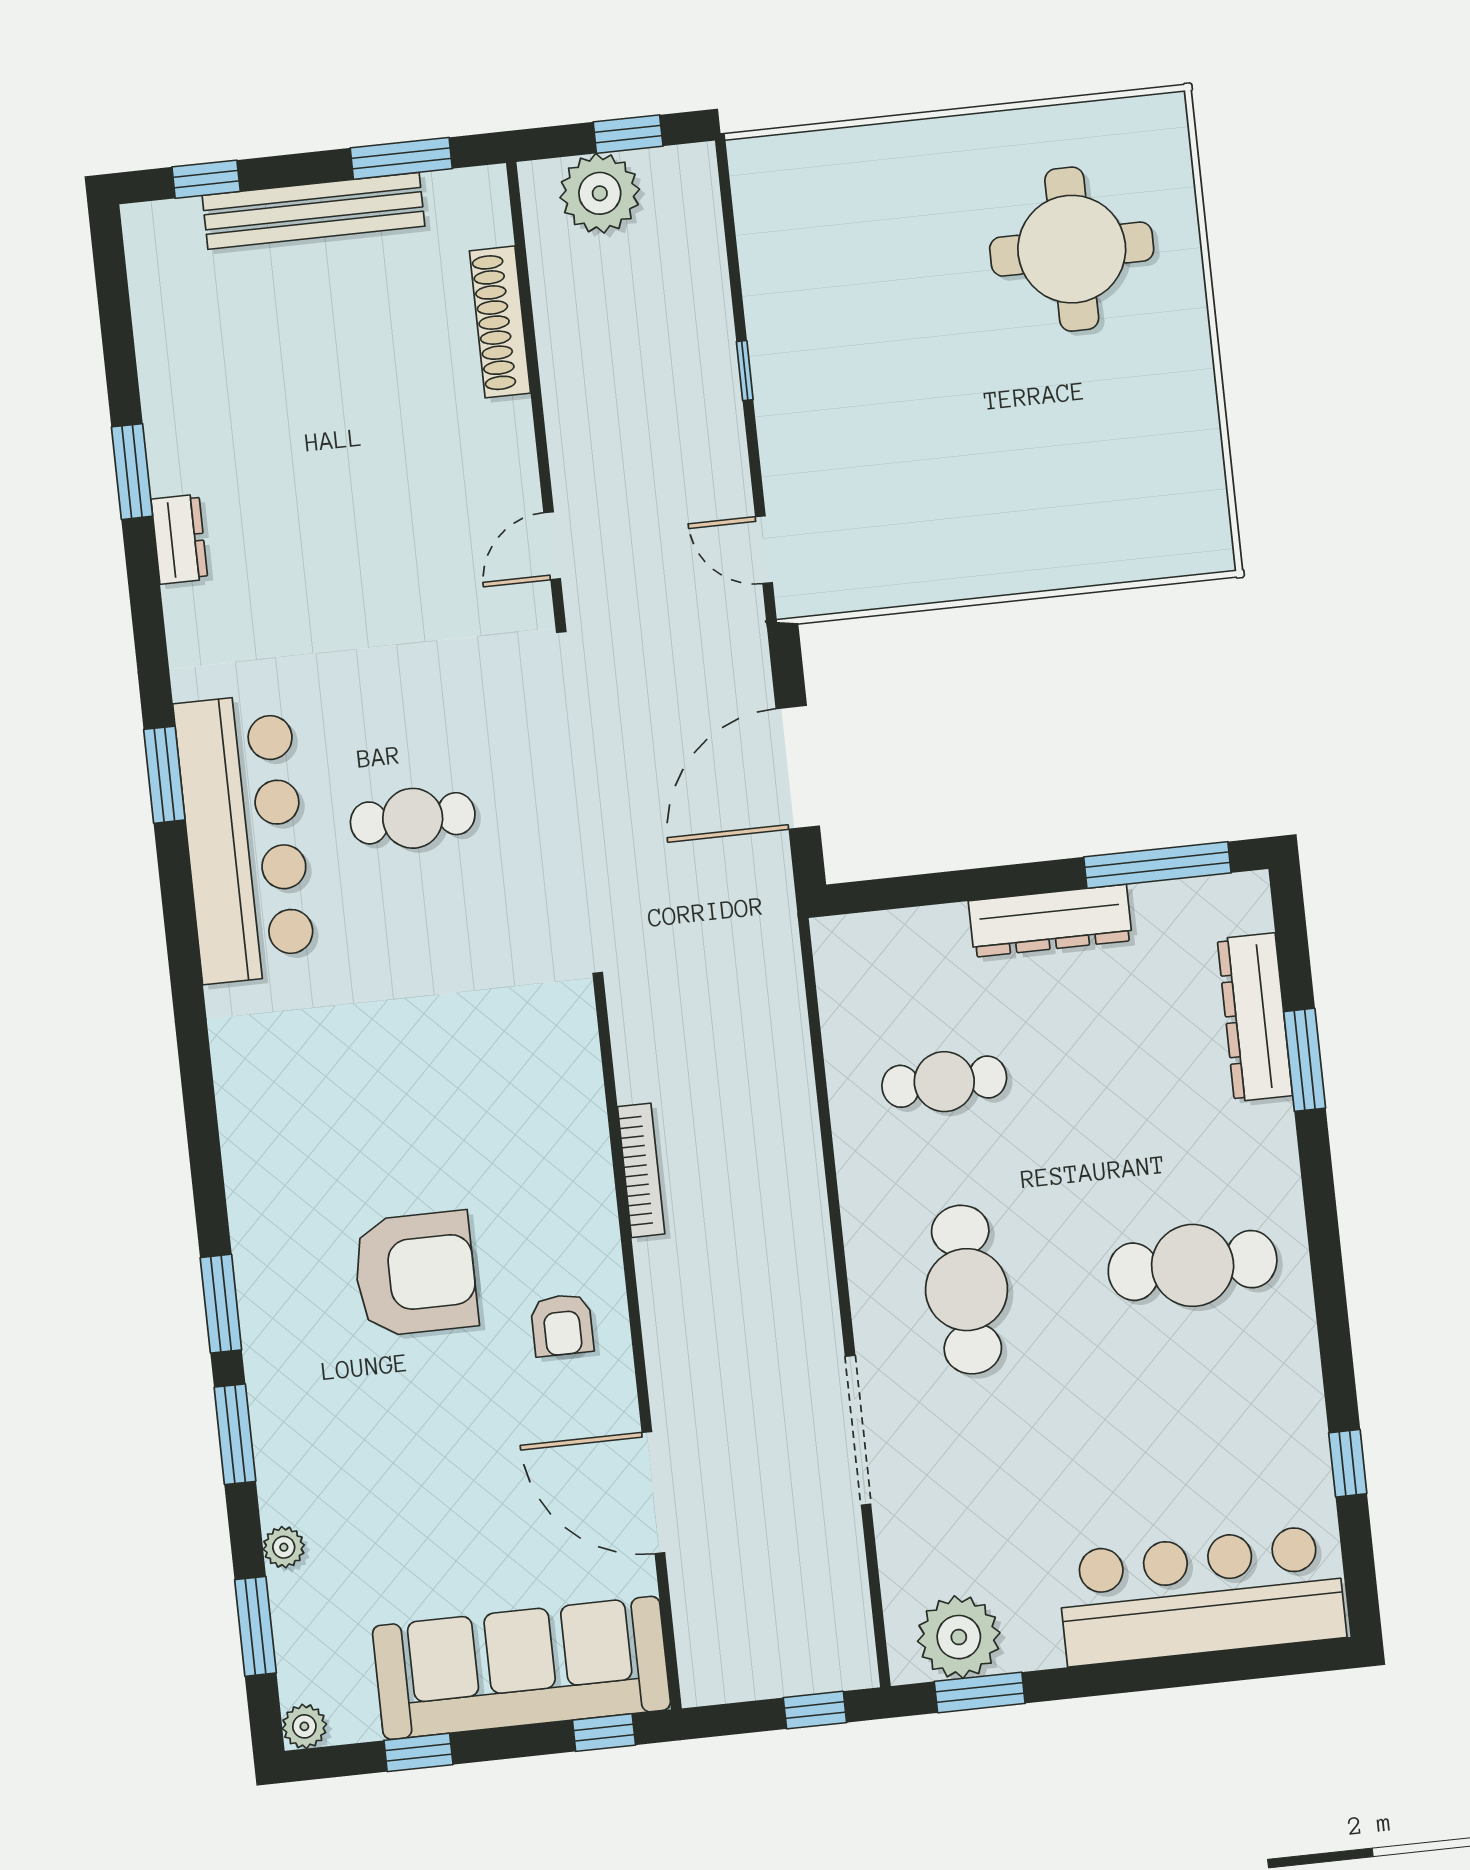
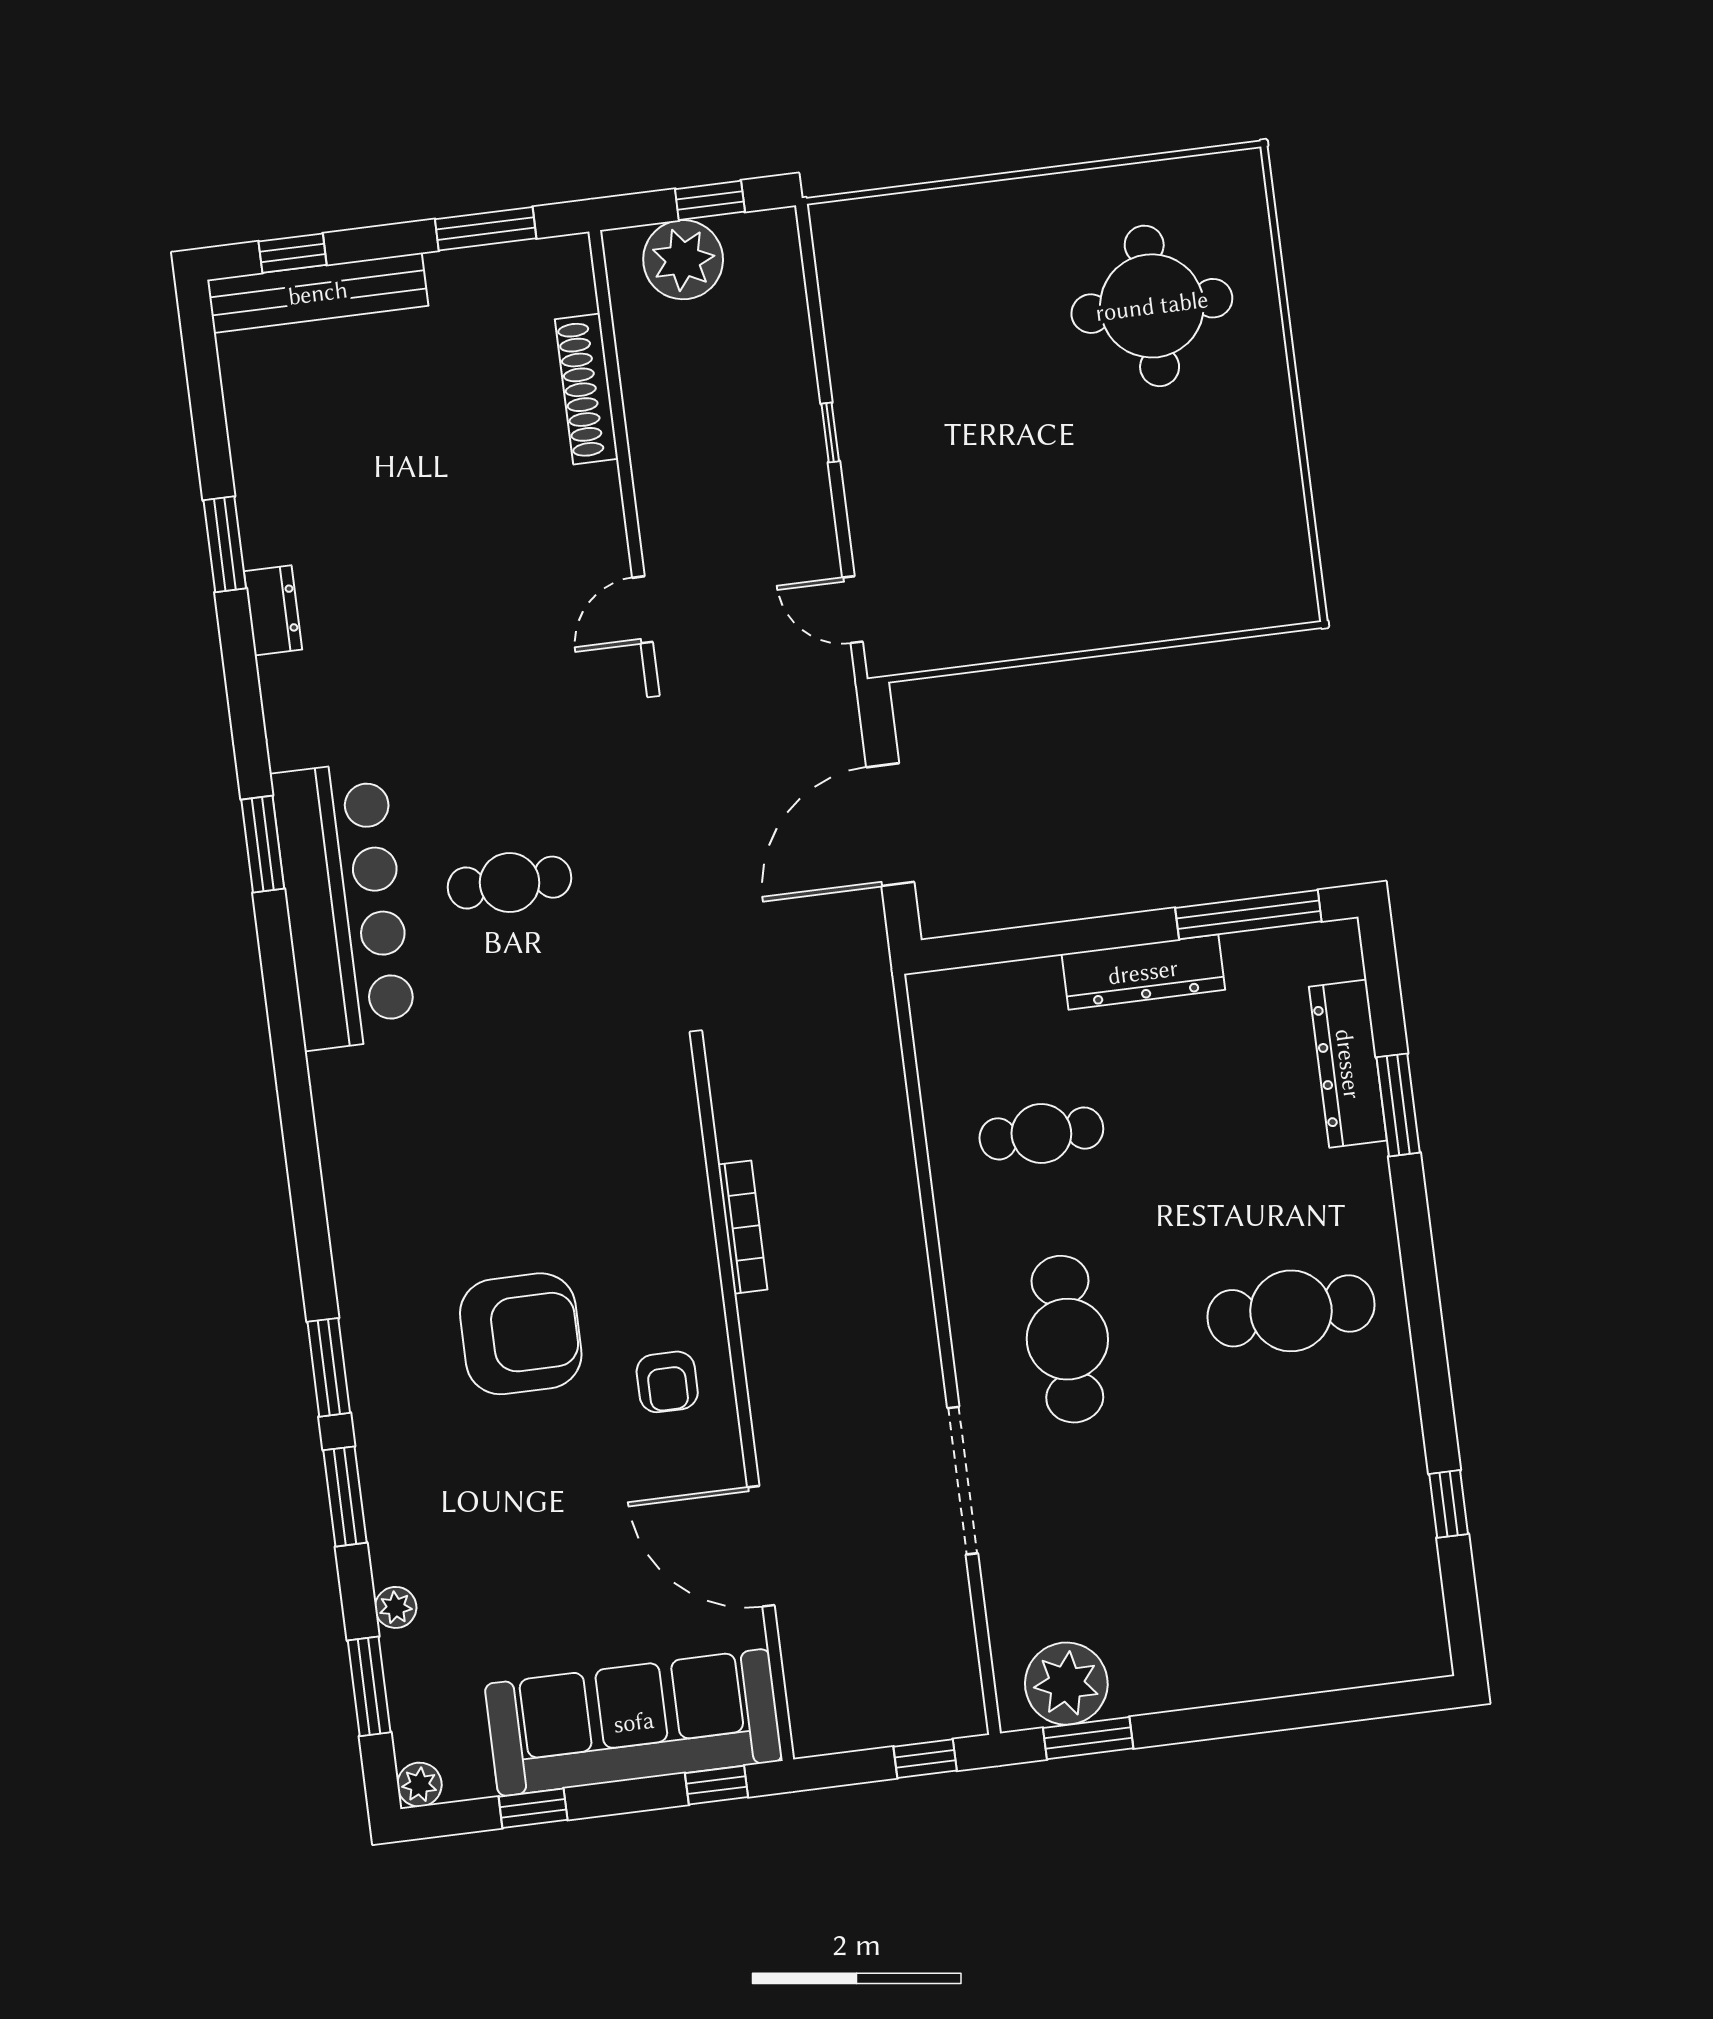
bench: (313, 211) -> (318, 293), moved
bar counter: (1201, 1595) -> (1306, 1638), removed

